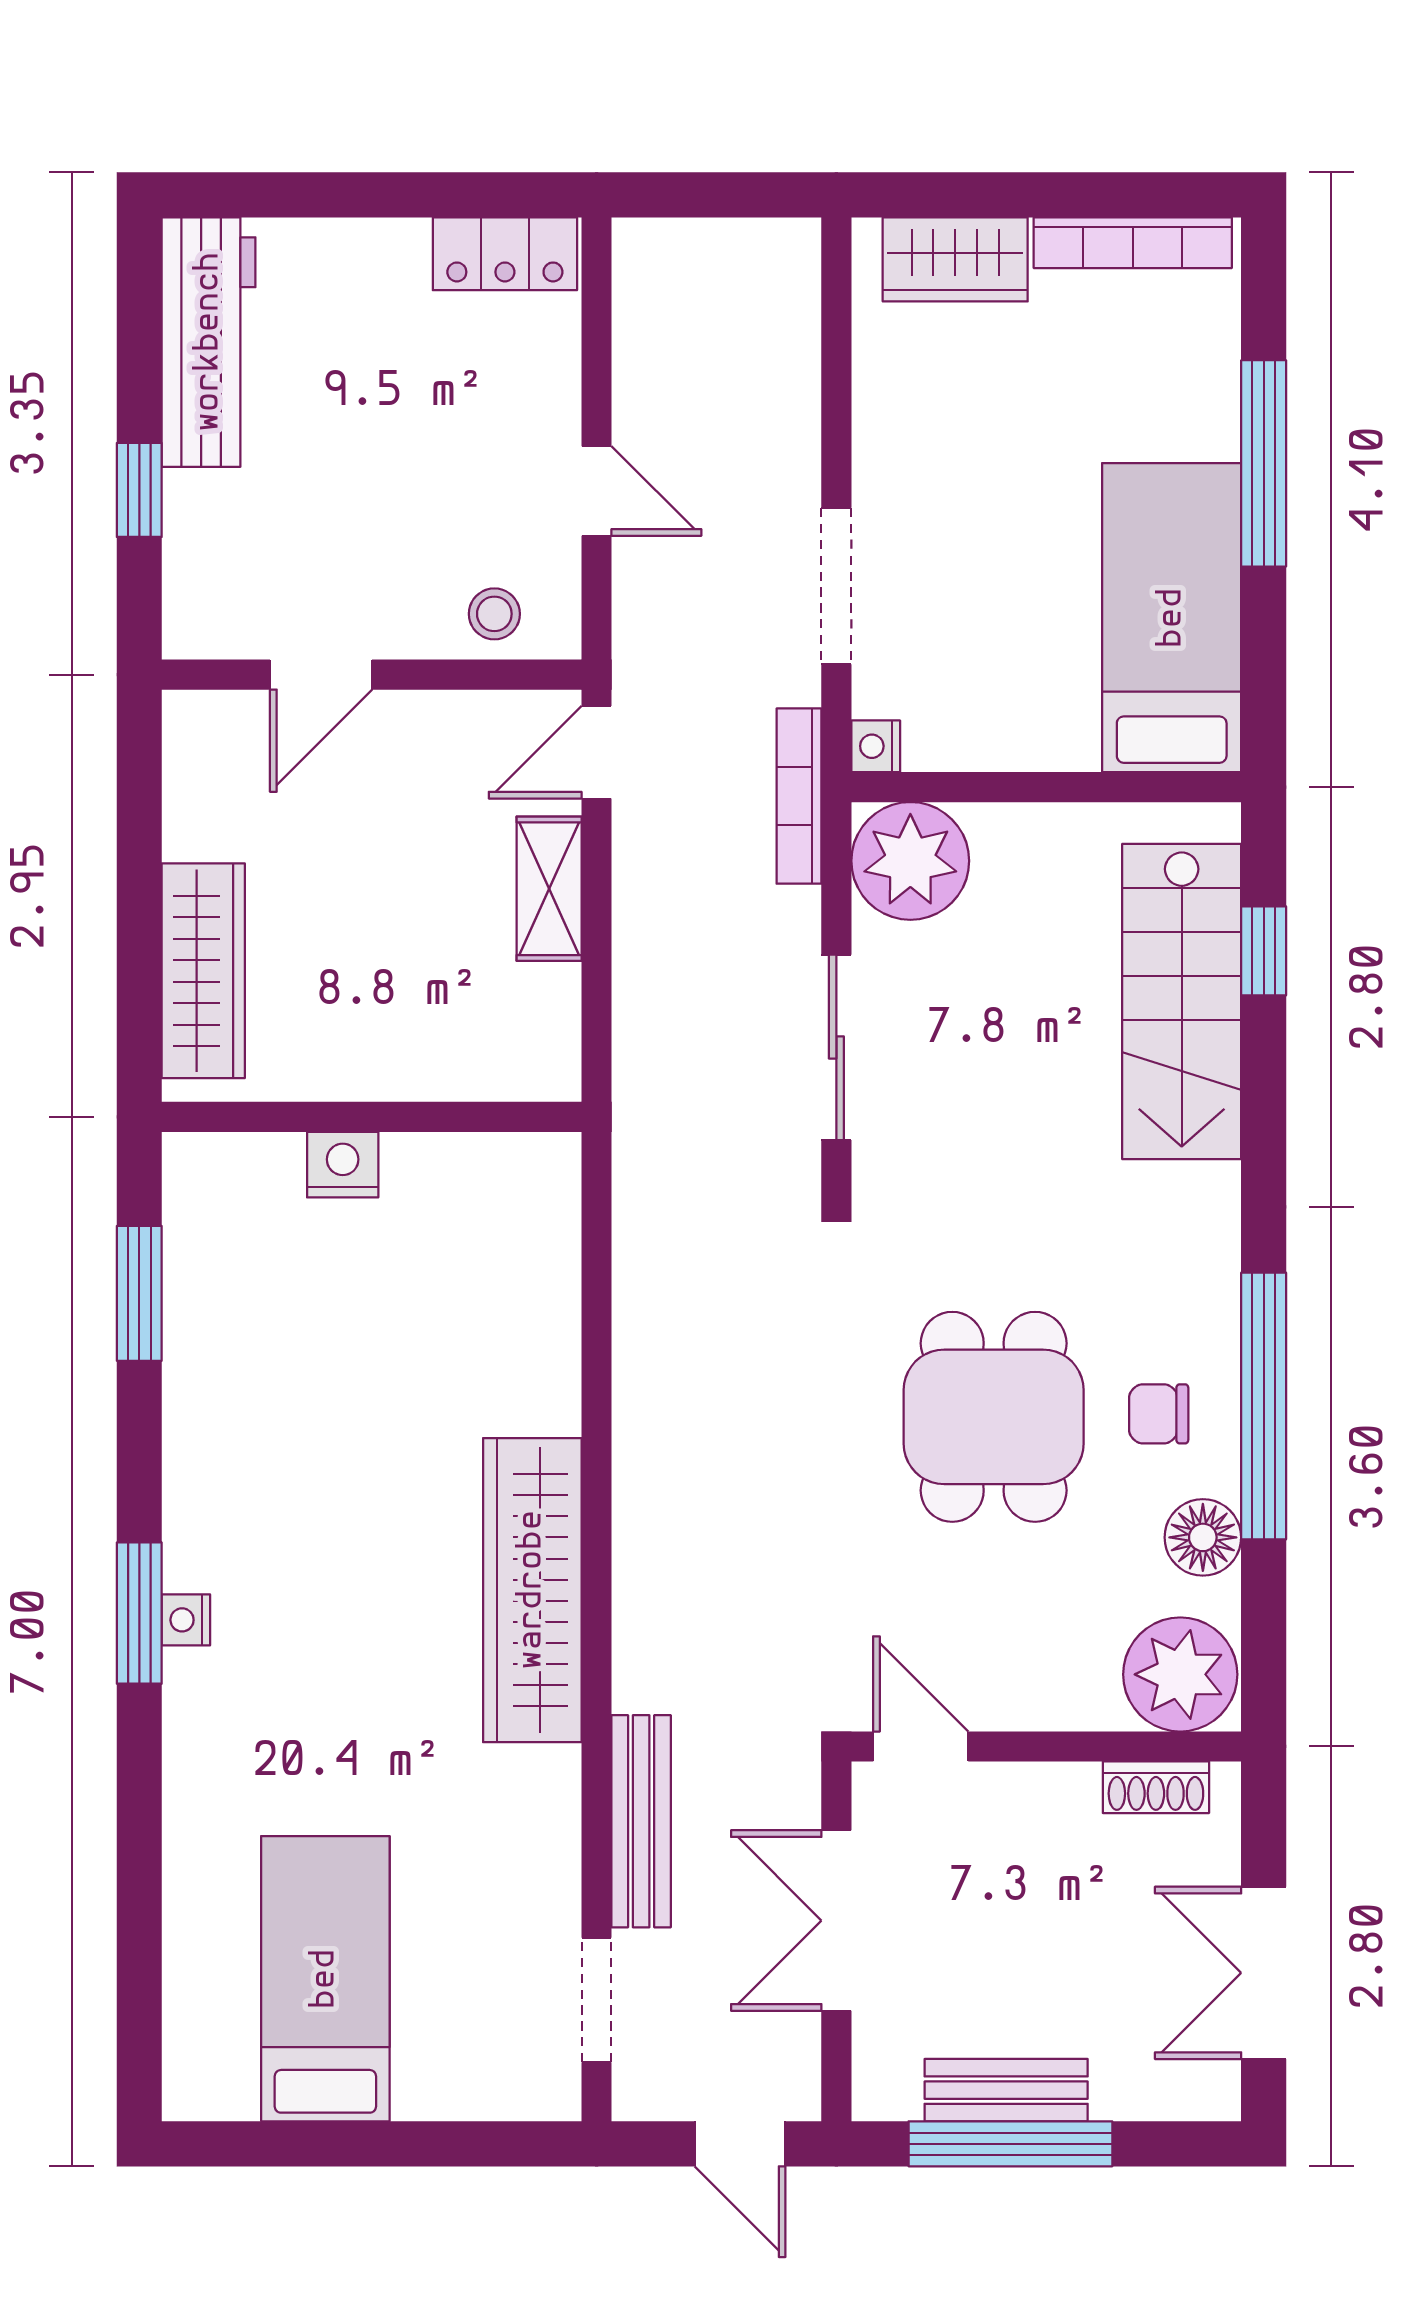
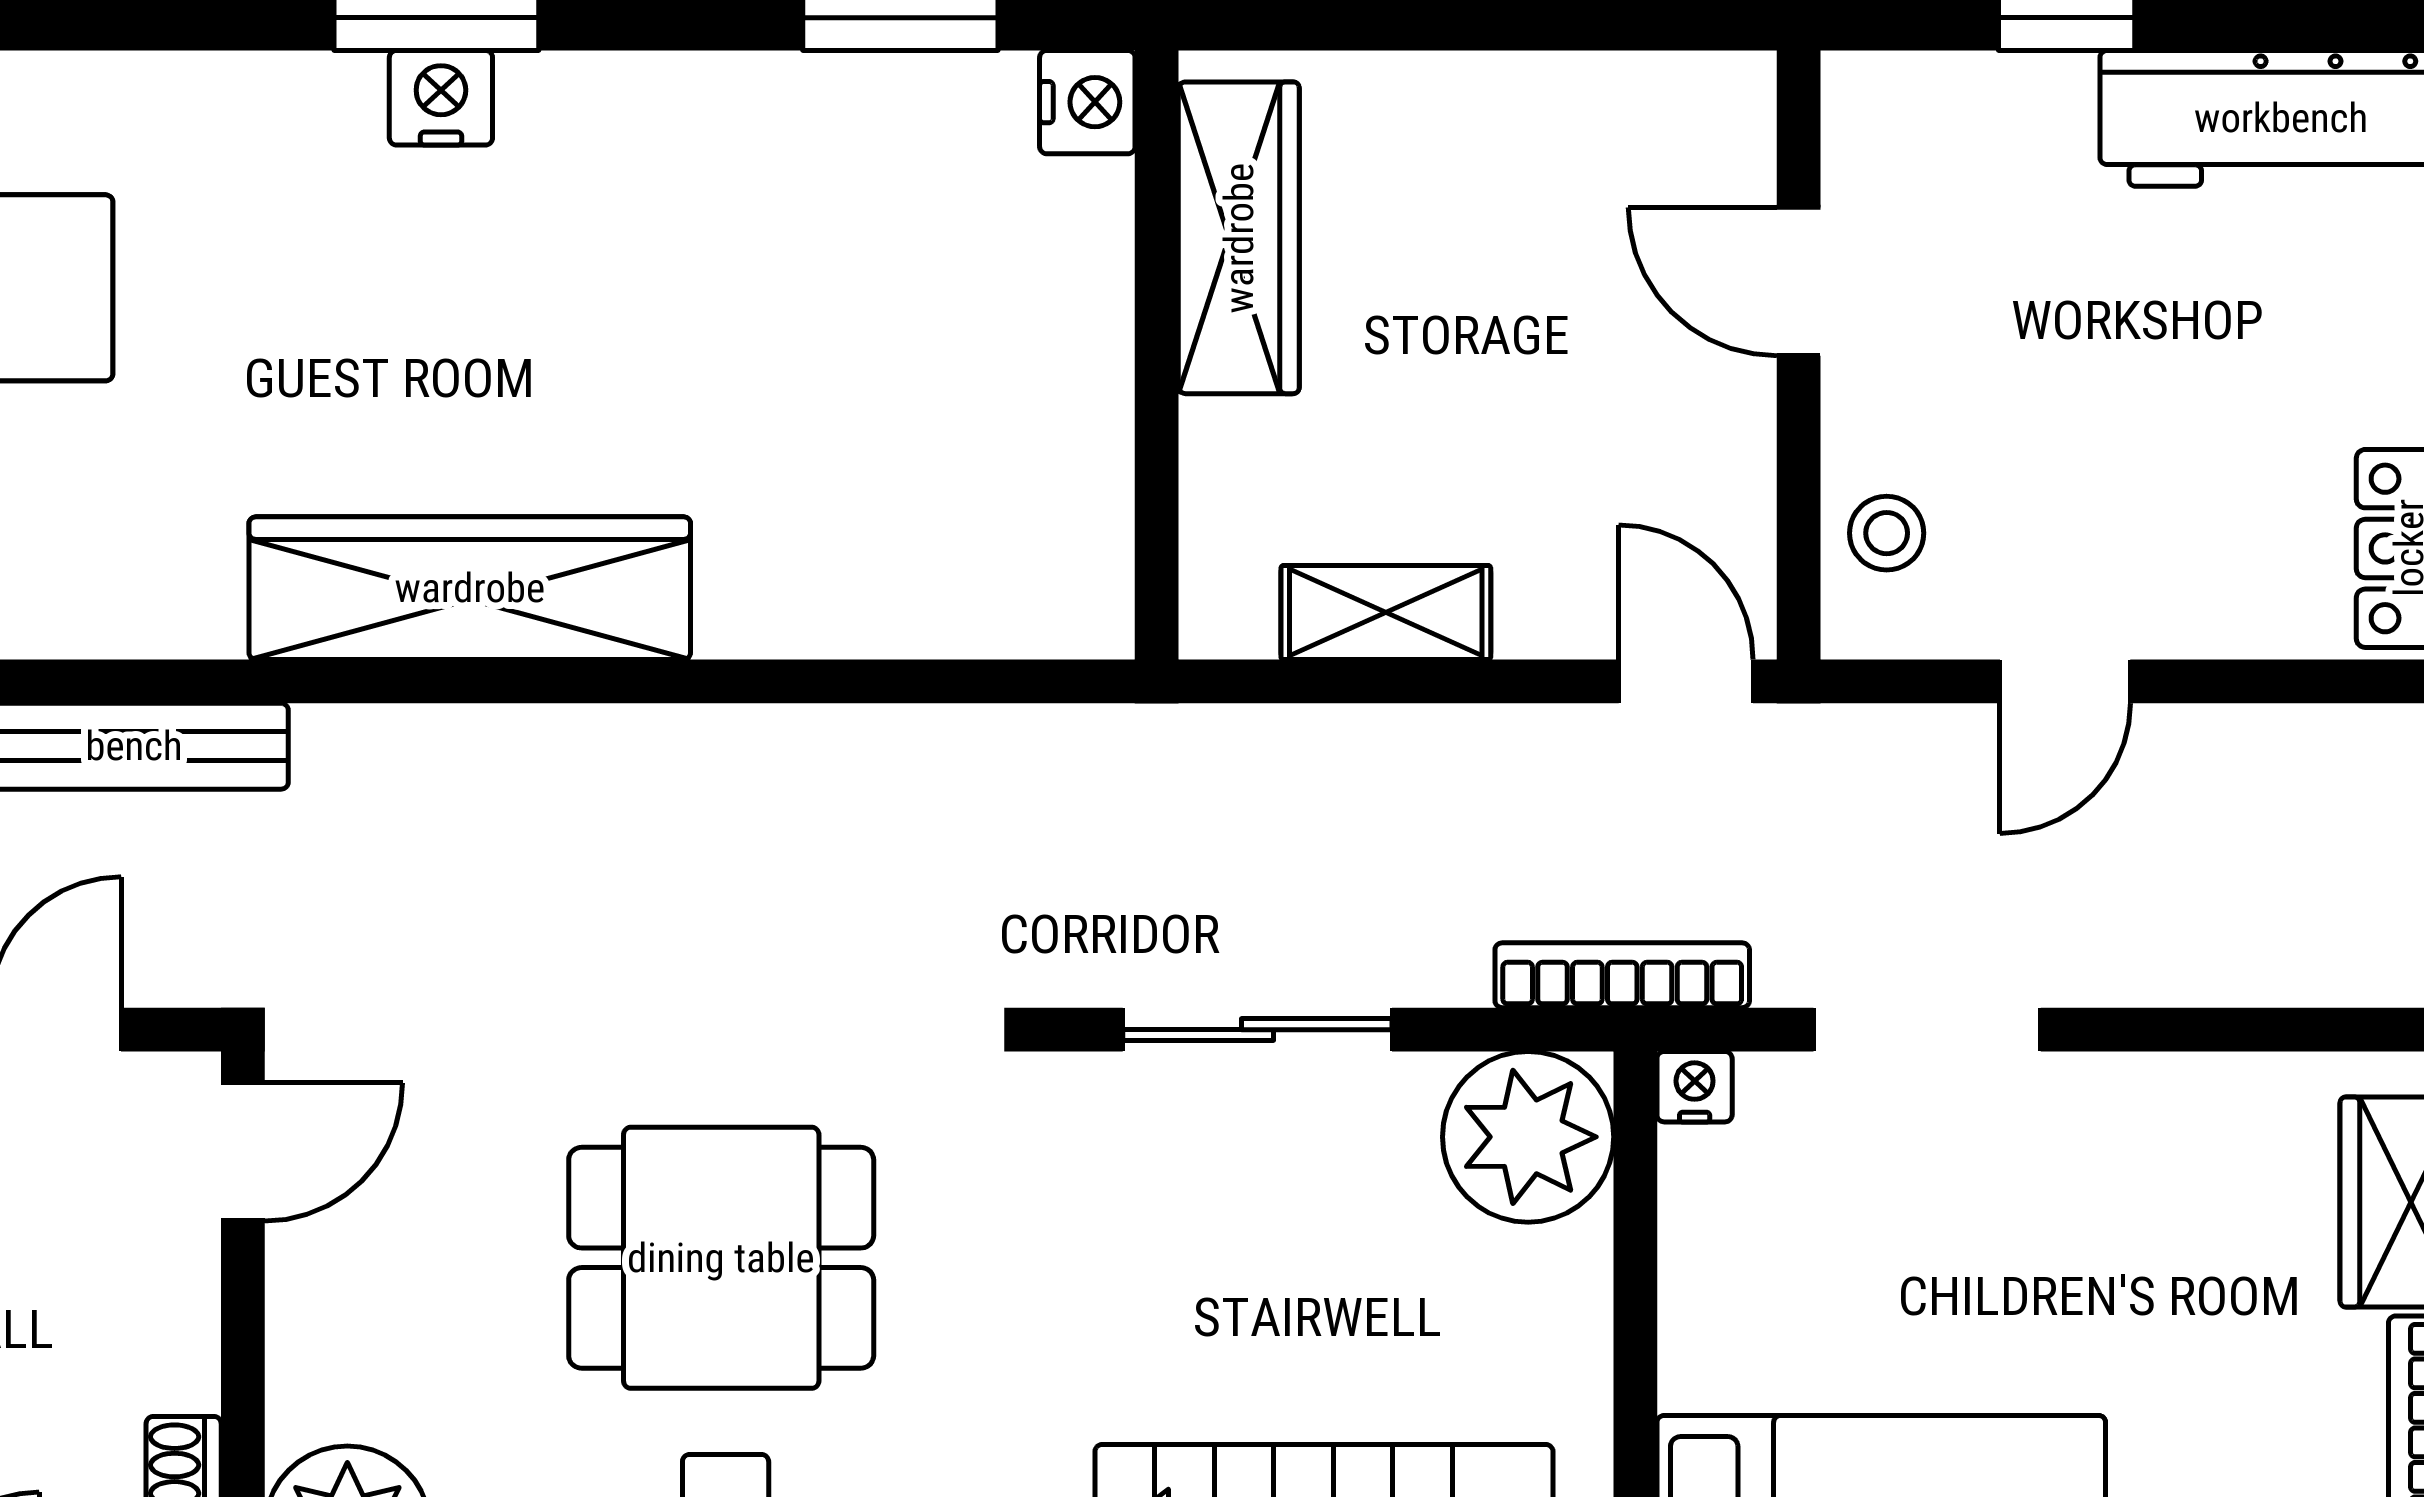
shelving: (549, 889) -> (1386, 613), moved
wardrobe: (203, 971) -> (1239, 238), moved, turned -90
nightstand: (343, 1165) -> (1087, 102), moved
nightstand: (186, 1620) -> (441, 98), width x1.39, depth x1.35

